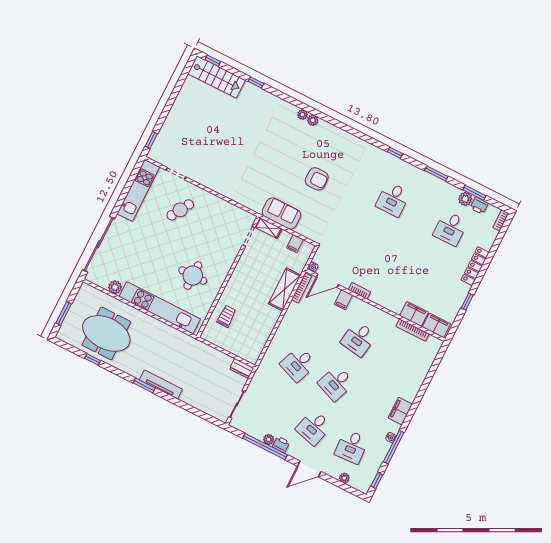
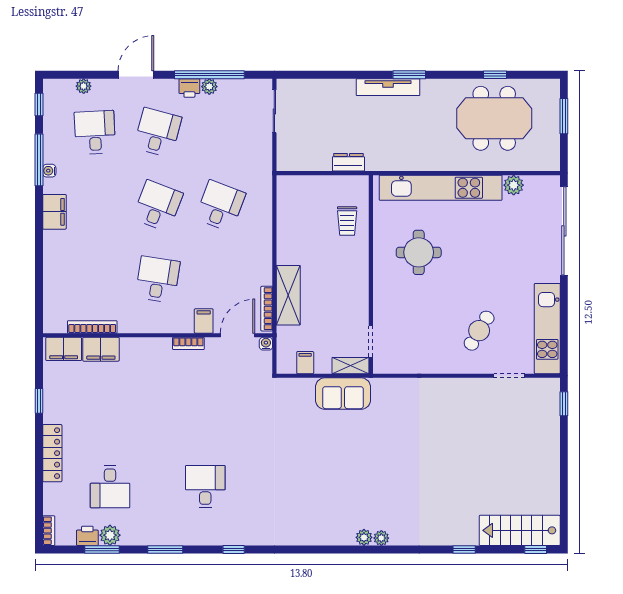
armchair: (317, 179) -> (320, 463), removed
desk: (450, 228) -> (110, 487), turned 180
dresser: (242, 368) -> (348, 162), moved

